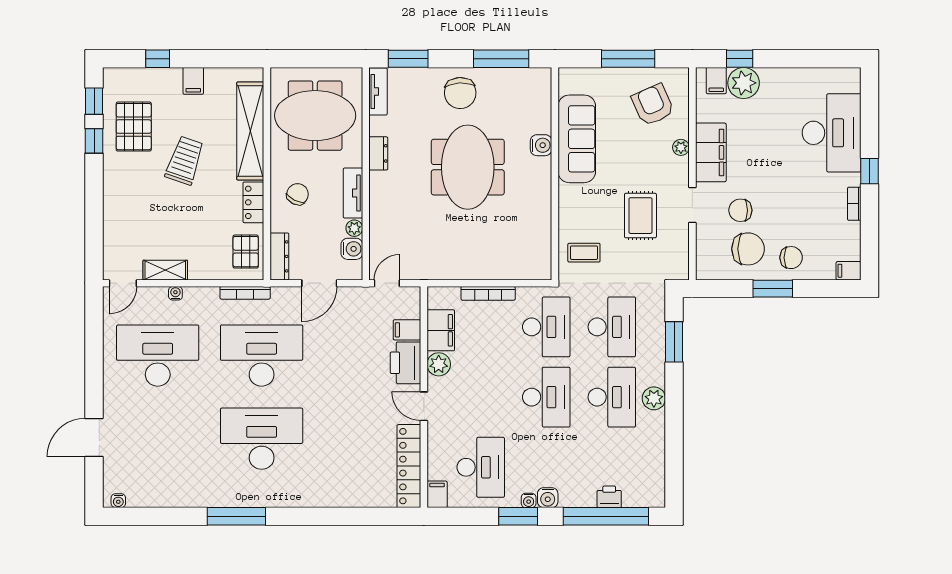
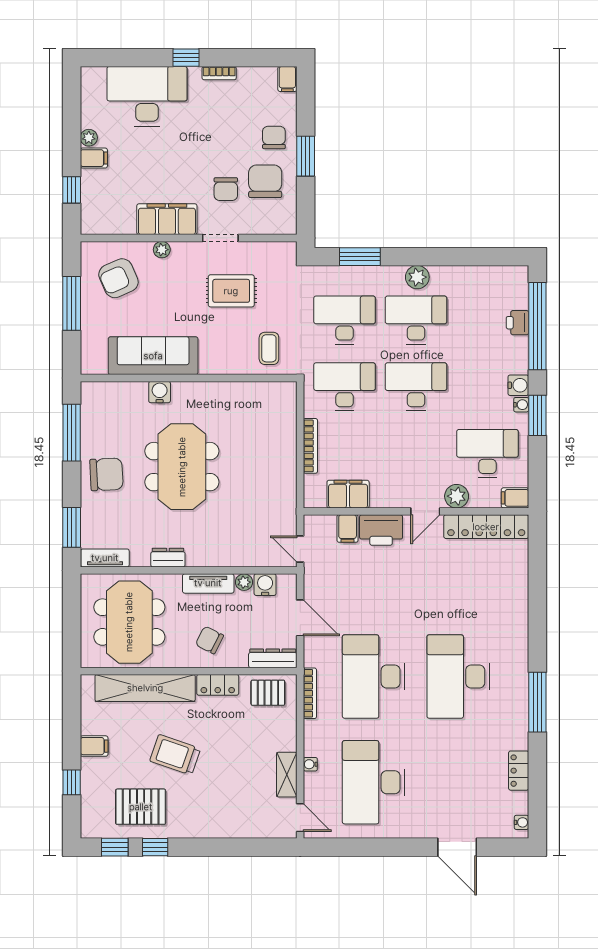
filing cabinet: (716, 81) -> (94, 158), moved
plant: (744, 83) -> (89, 138), moved, width x0.53, depth x0.53
meeting table: (468, 167) -> (182, 467), turned 90
plant: (439, 364) -> (457, 496), moved
locker: (169, 498) -> (519, 771), added

